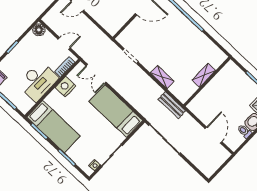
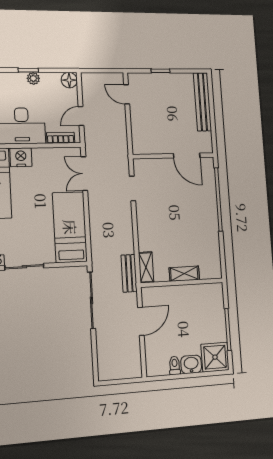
door: (64, 44) -> (81, 116), swing flipped
plant: (19, 49) -> (33, 78), added
shelving: (162, 77) -> (146, 267), moved
nightstand: (65, 87) -> (21, 157), moved
door: (213, 135) -> (141, 321), moved

